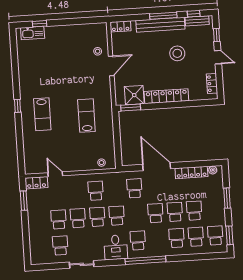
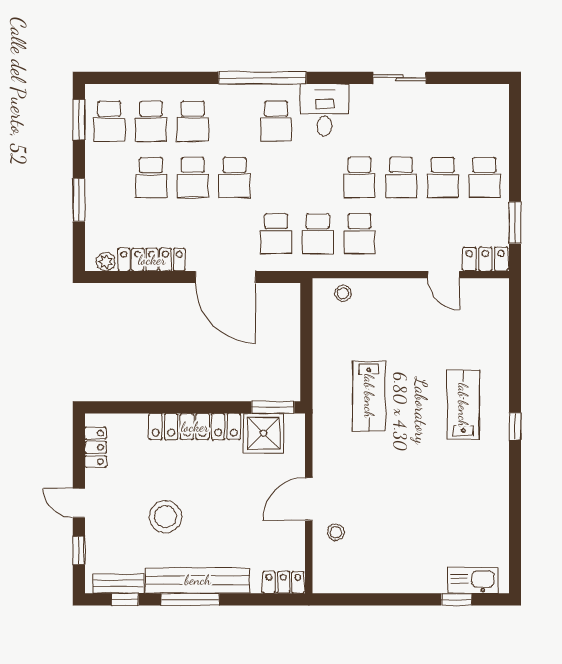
school desk: (117, 216) -> (318, 234), moved
school desk: (60, 246) -> (485, 177), moved

